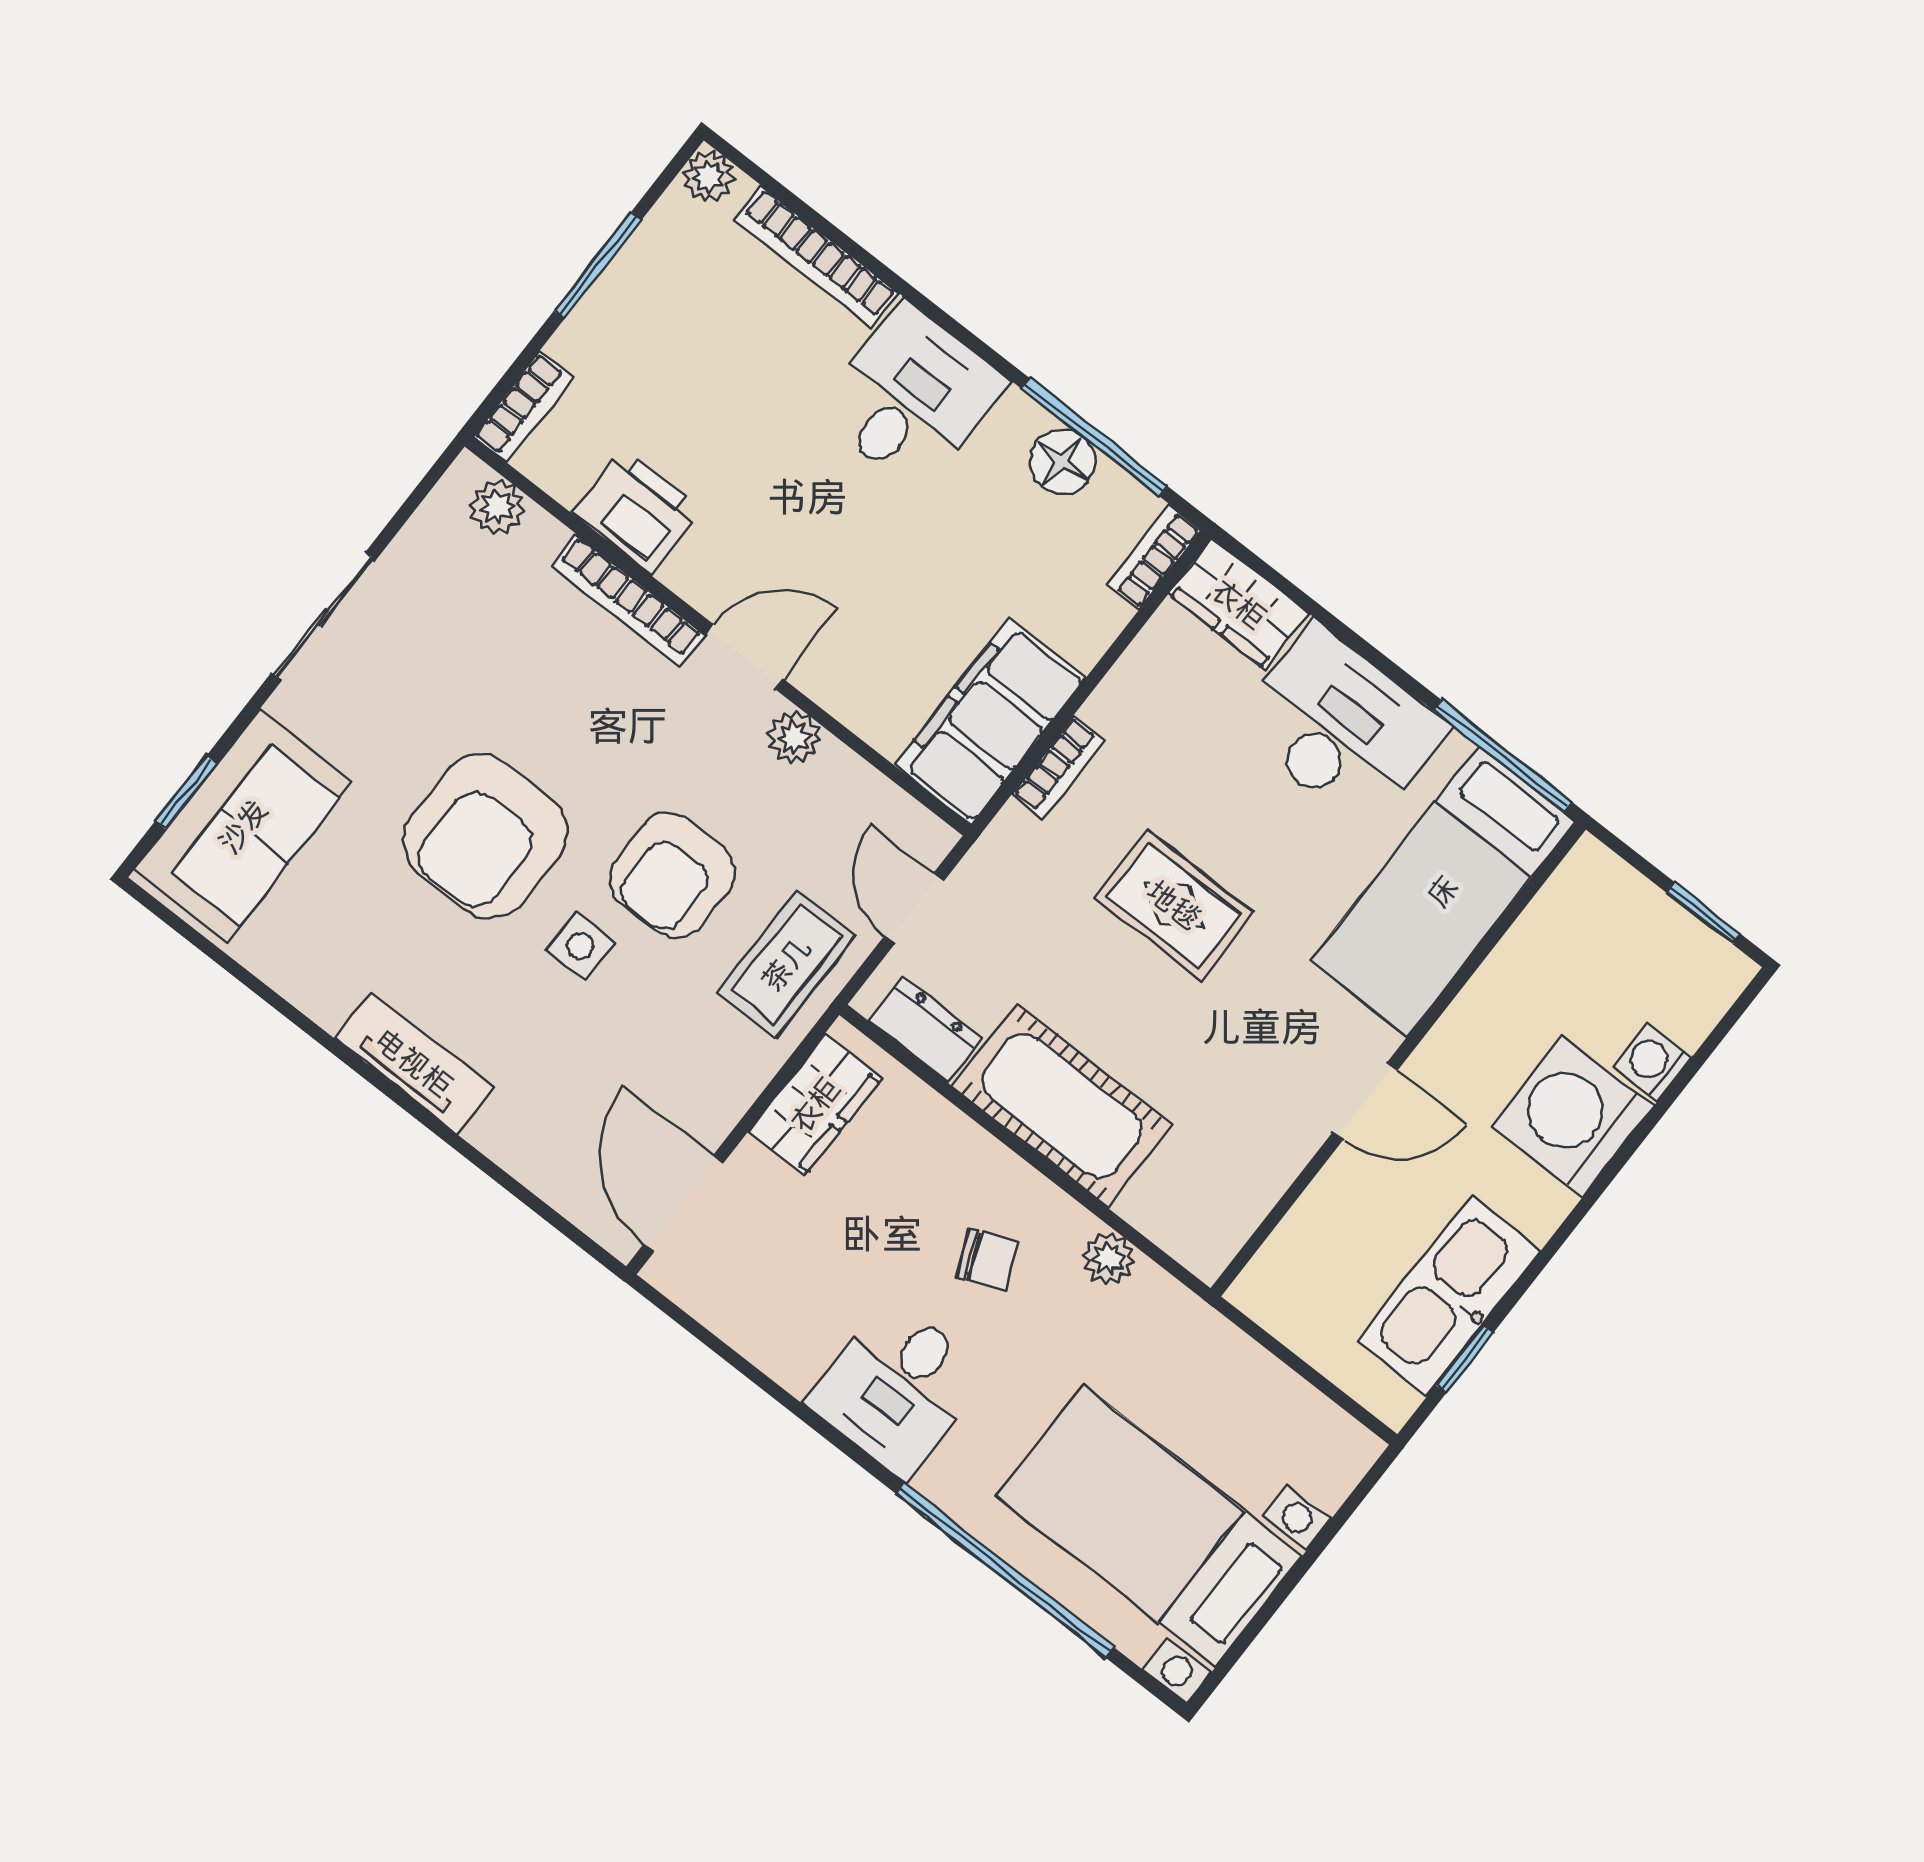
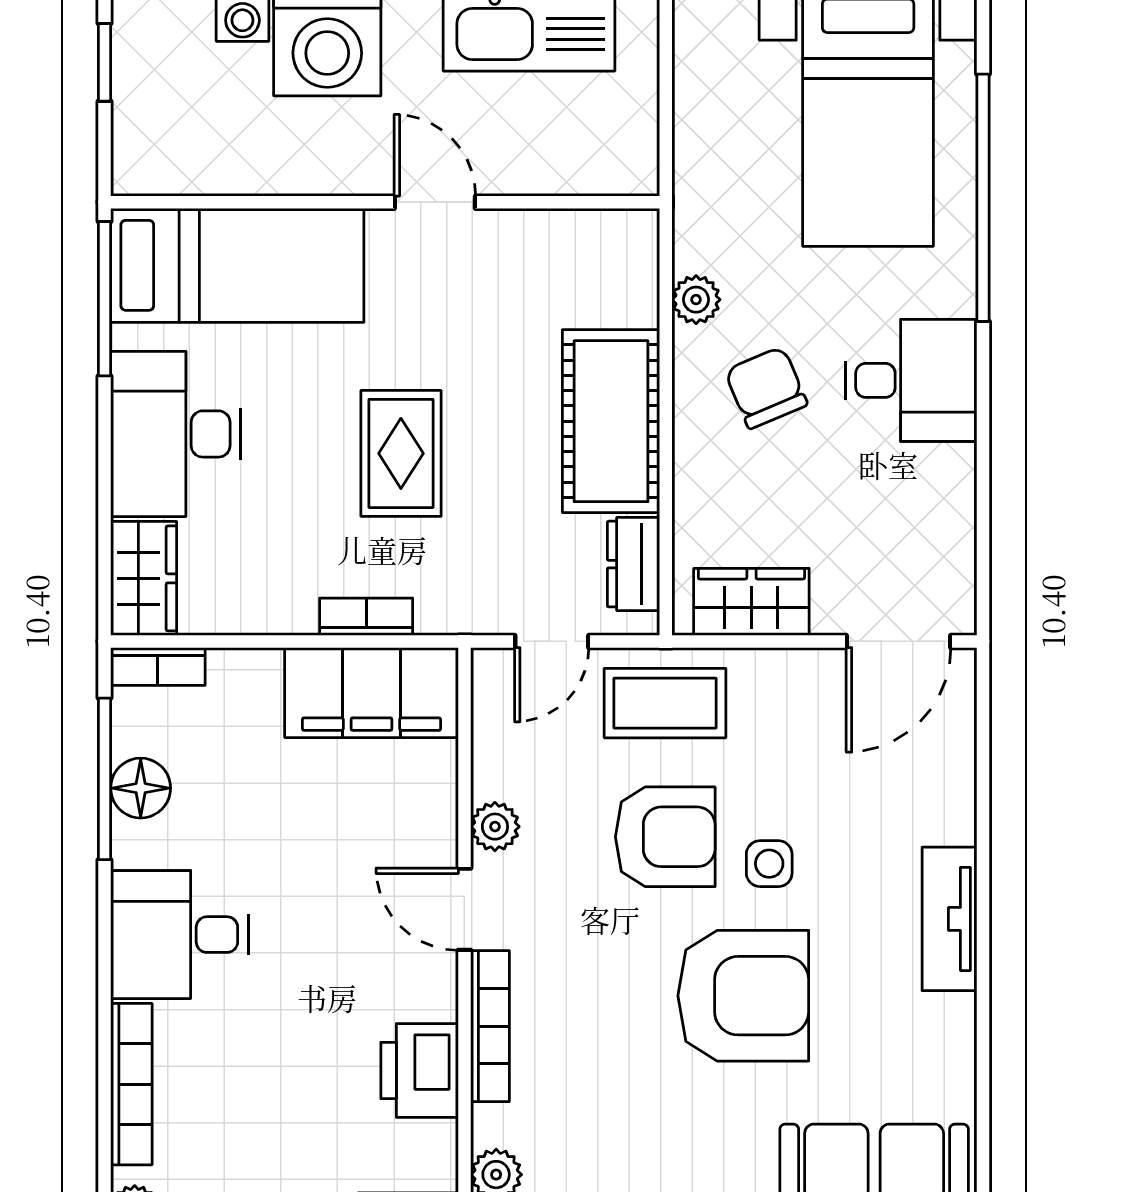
chair: (987, 1260) -> (766, 388), width x1.37, depth x1.37

